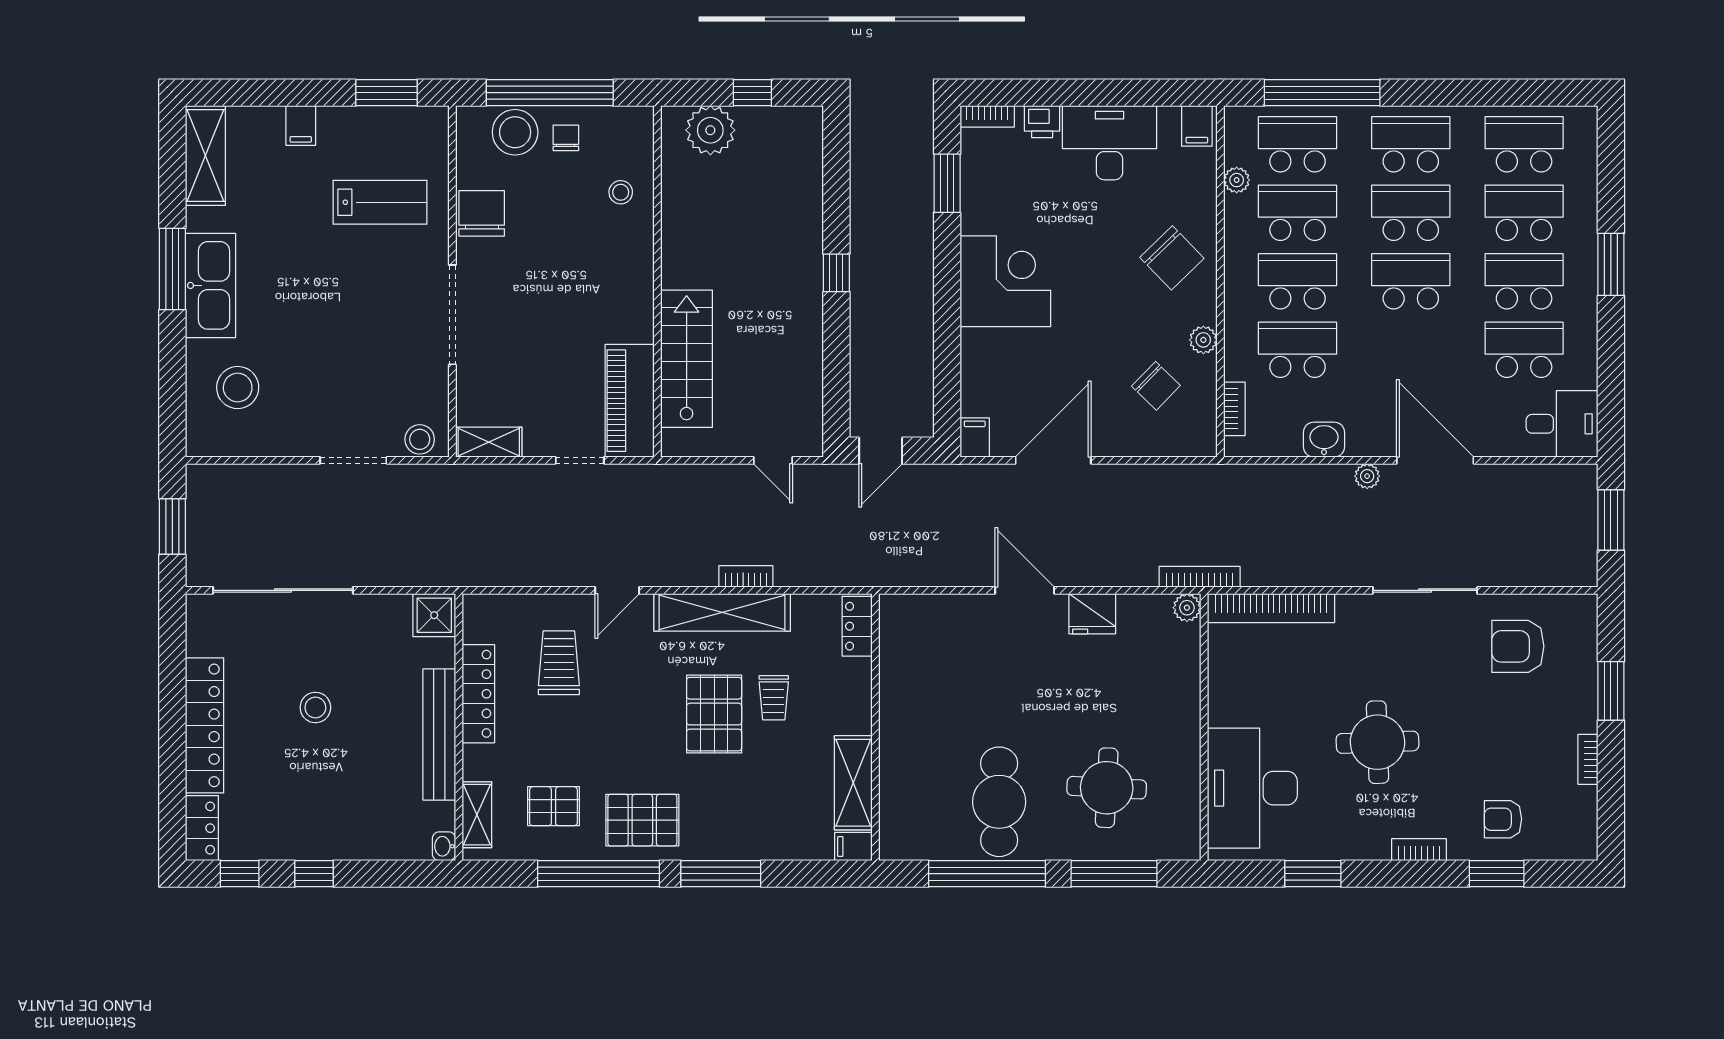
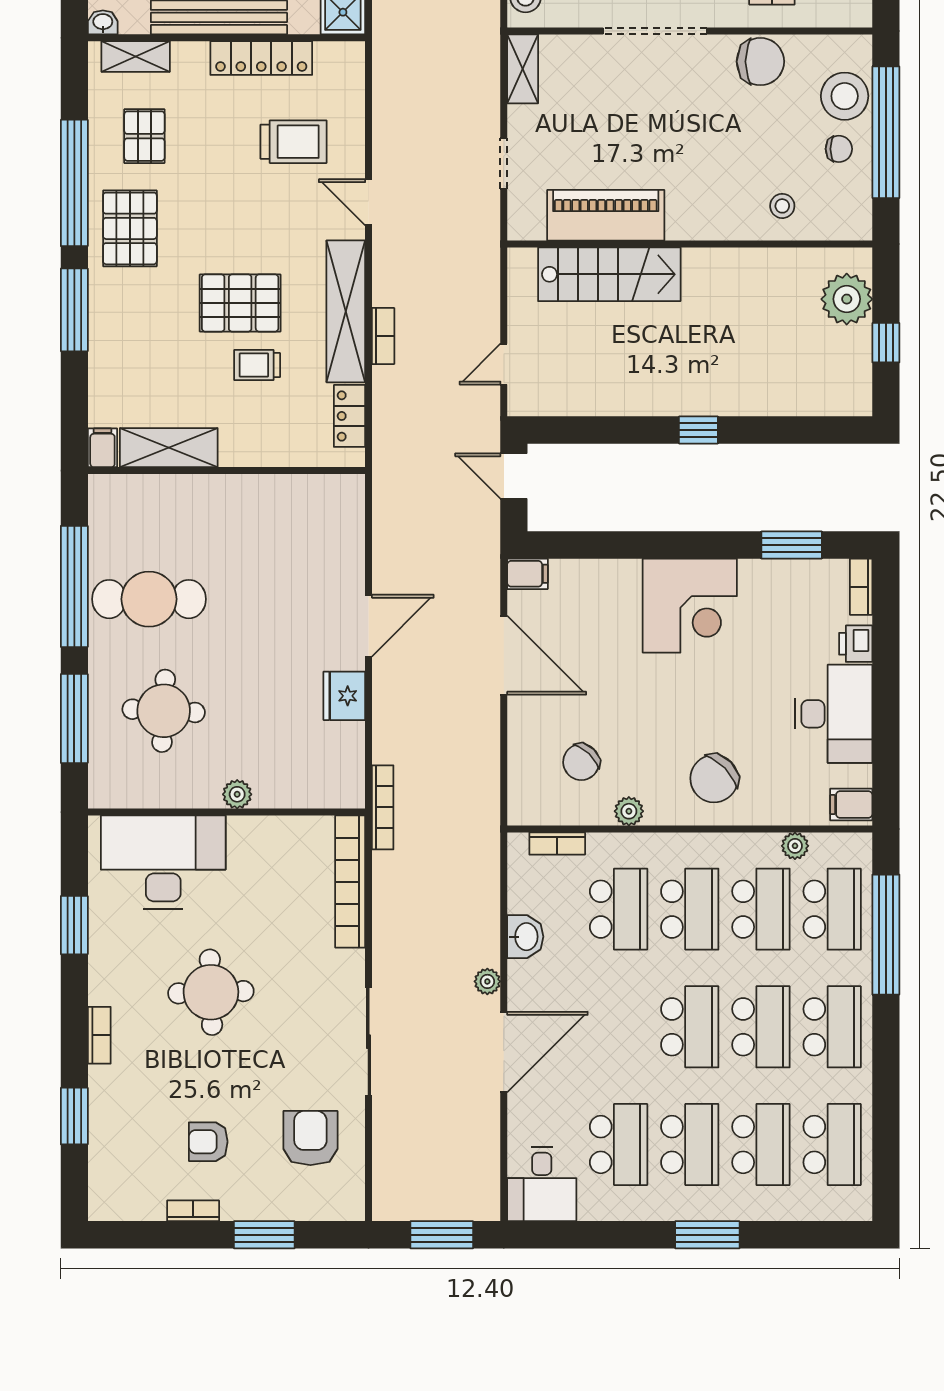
piano: (630, 401) -> (606, 215), moved
plant: (1187, 608) -> (237, 794), moved
locker: (857, 626) -> (349, 416), moved, turned -90
armchair: (1503, 819) -> (208, 1142), moved, turned -90

